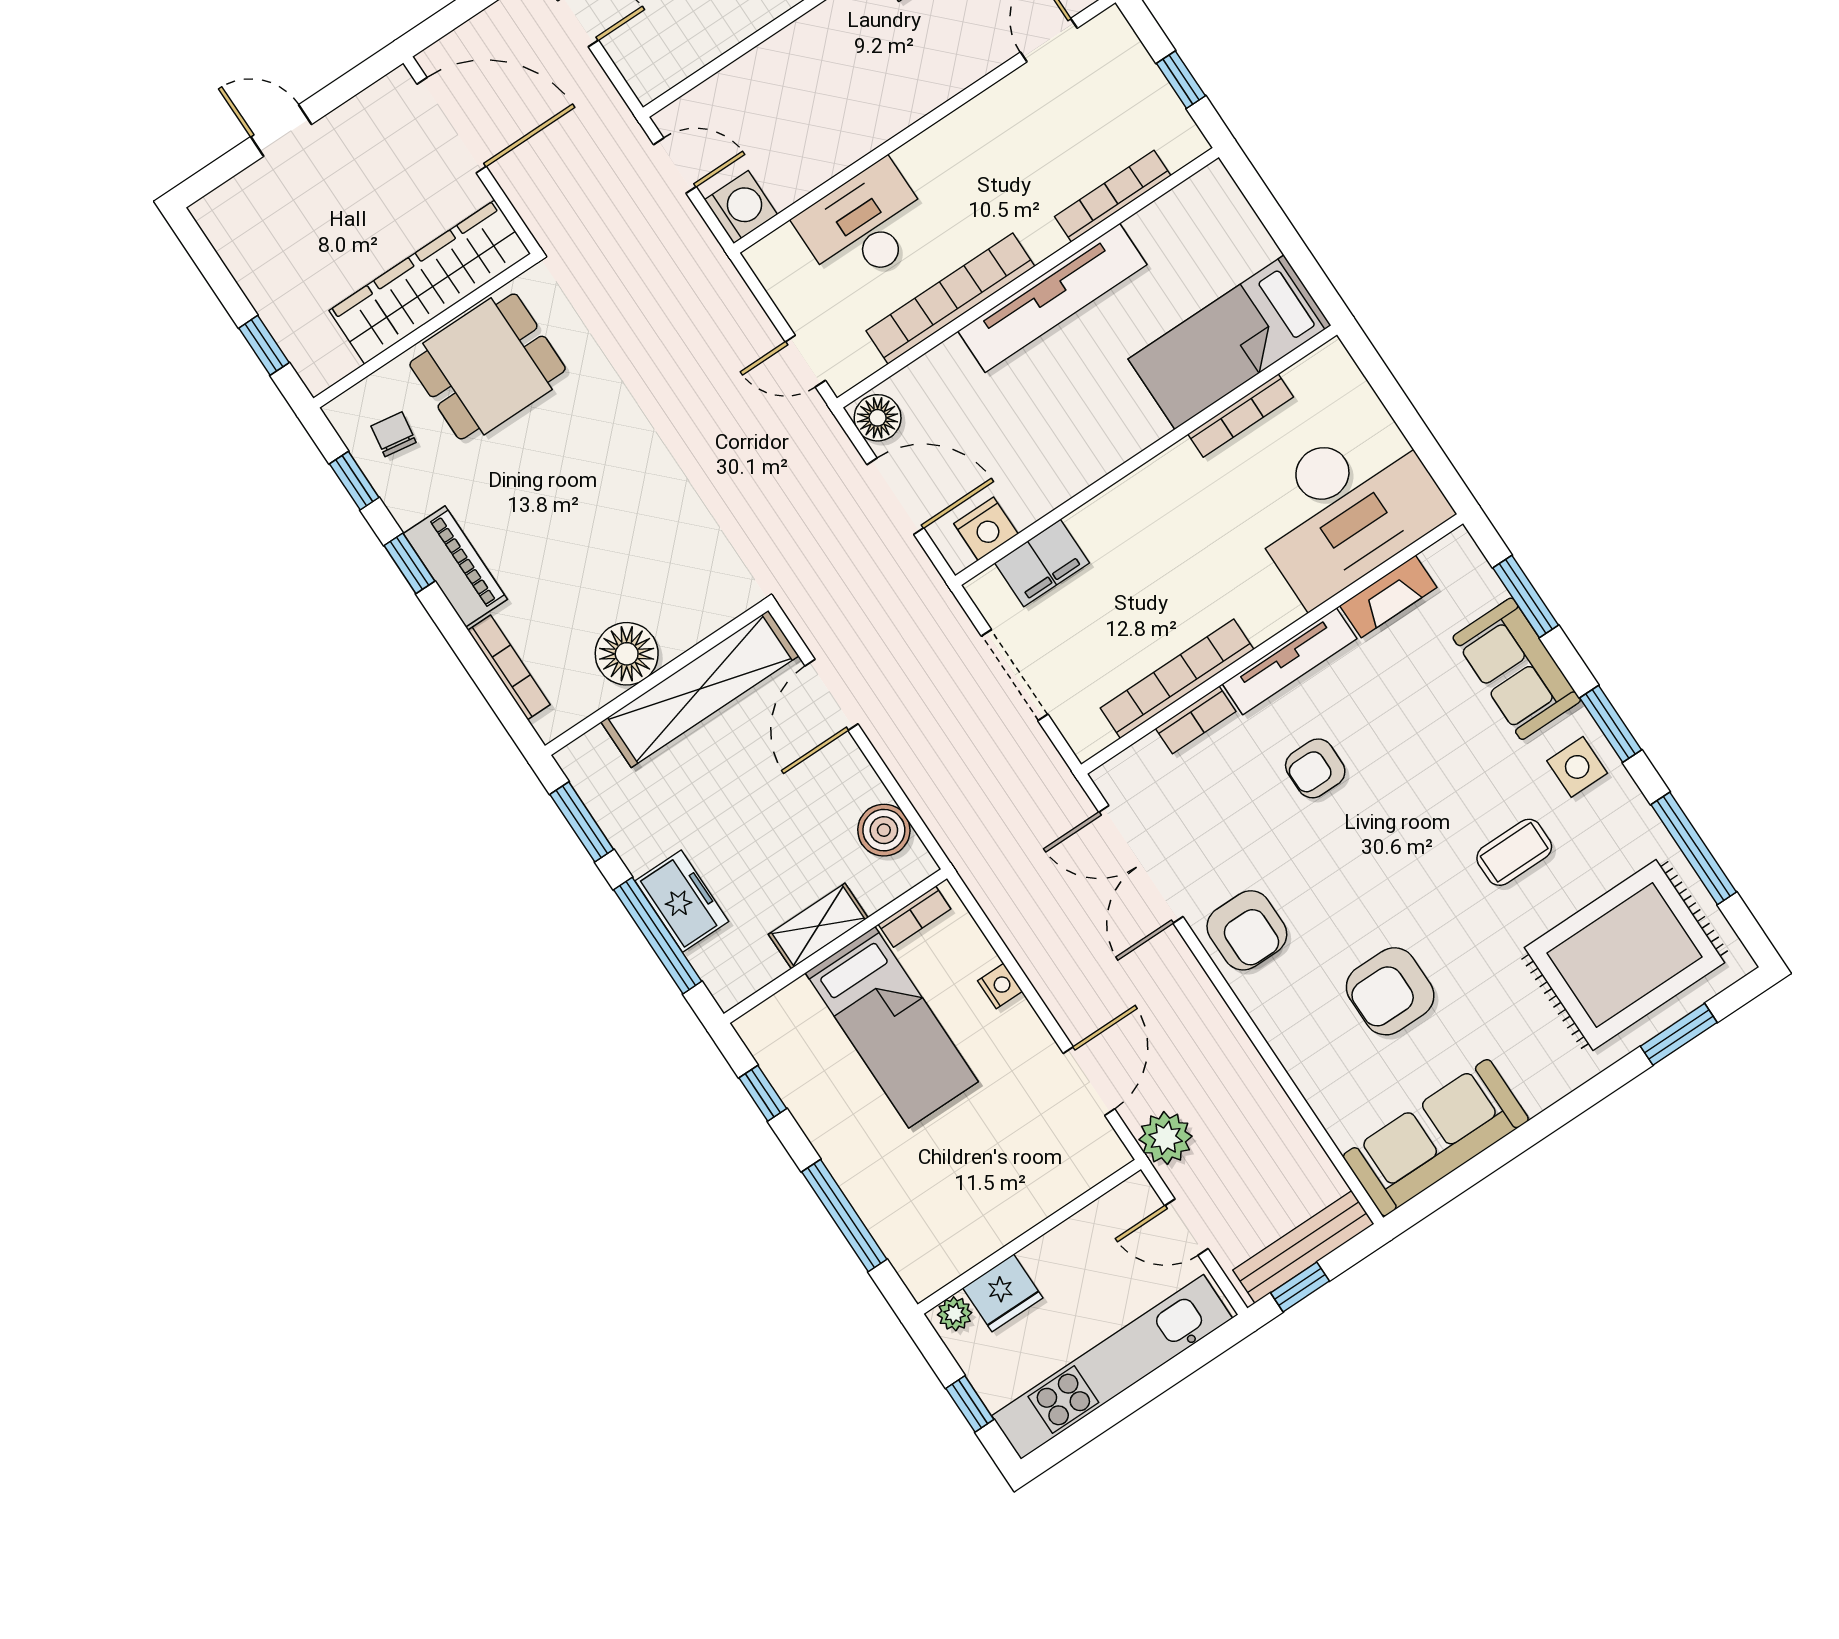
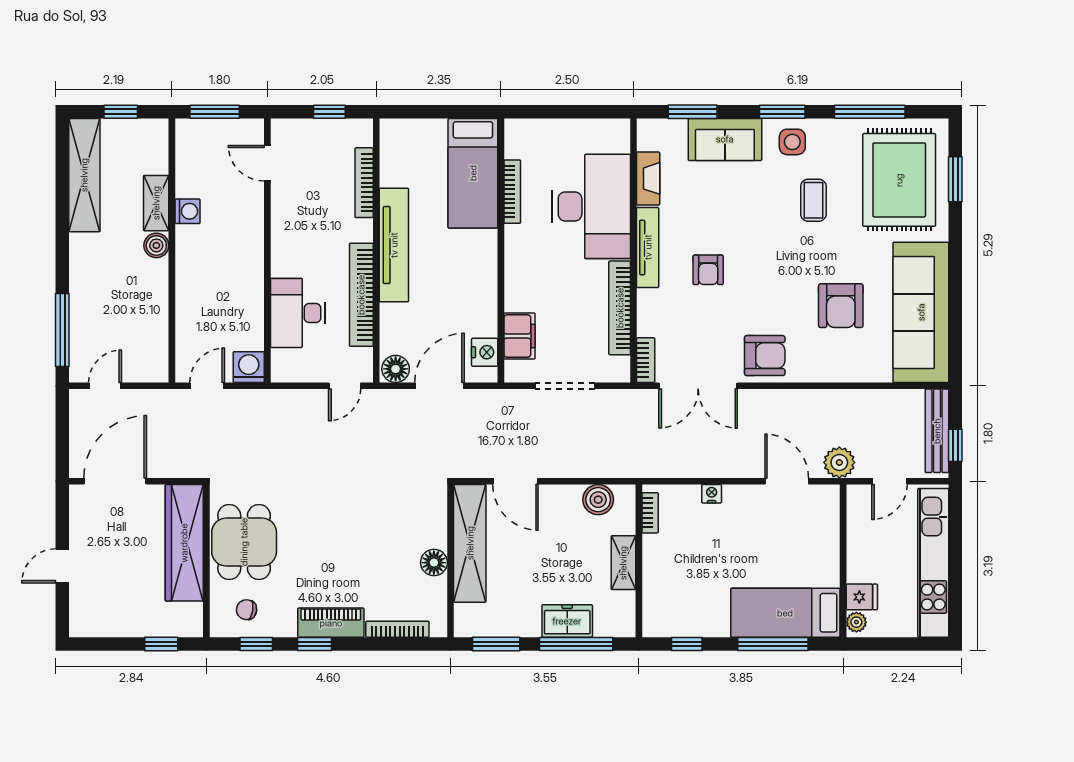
desk: (1345, 508) -> (591, 206), moved
floor lamp: (627, 654) -> (434, 563), width x0.73, depth x0.73
bookcase: (1196, 720) -> (646, 360), moved
bed: (892, 1027) -> (785, 613), moved, turned 180
sofa: (1436, 1138) -> (921, 312), width x1.36, depth x1.27
fridge: (1003, 1293) -> (862, 597), width x0.72
window: (970, 1404) -> (905, 644), removed

